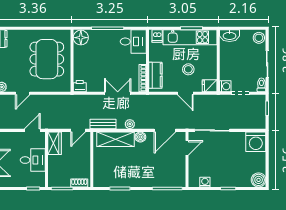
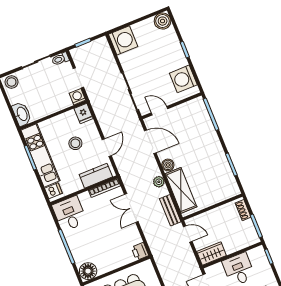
door: (185, 93) -> (107, 148), moved
washing machine: (205, 182) -> (183, 79), width x1.89, depth x1.89

